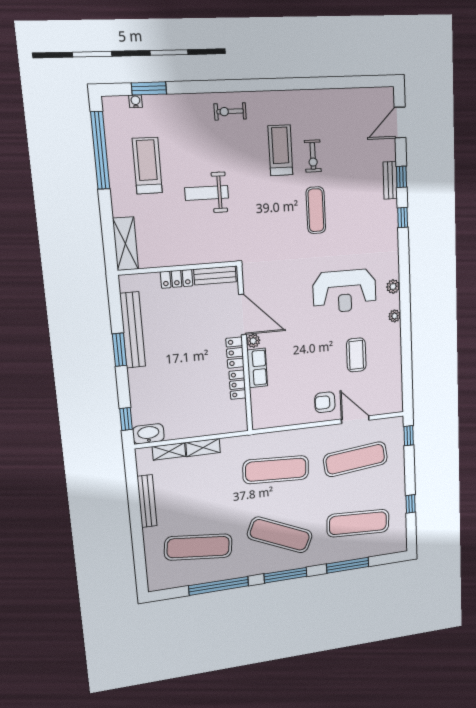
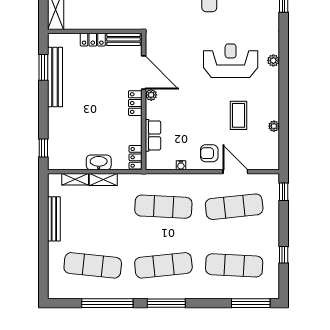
reception desk: (345, 291) -> (231, 61), turned 180
plant: (395, 316) -> (274, 126), moved
window: (119, 350) -> (43, 67), moved
row of seats: (257, 368) -> (153, 135), moved
locker: (238, 385) -> (136, 157), moved
water cooler: (293, 420) -> (181, 165), added
washbasin: (148, 434) -> (99, 162), moved
exercise mat: (280, 535) -> (163, 265), turned -30
window: (348, 565) -> (251, 303), moved

